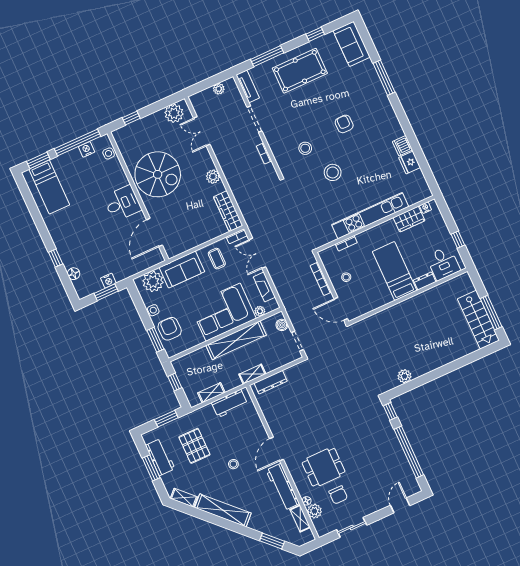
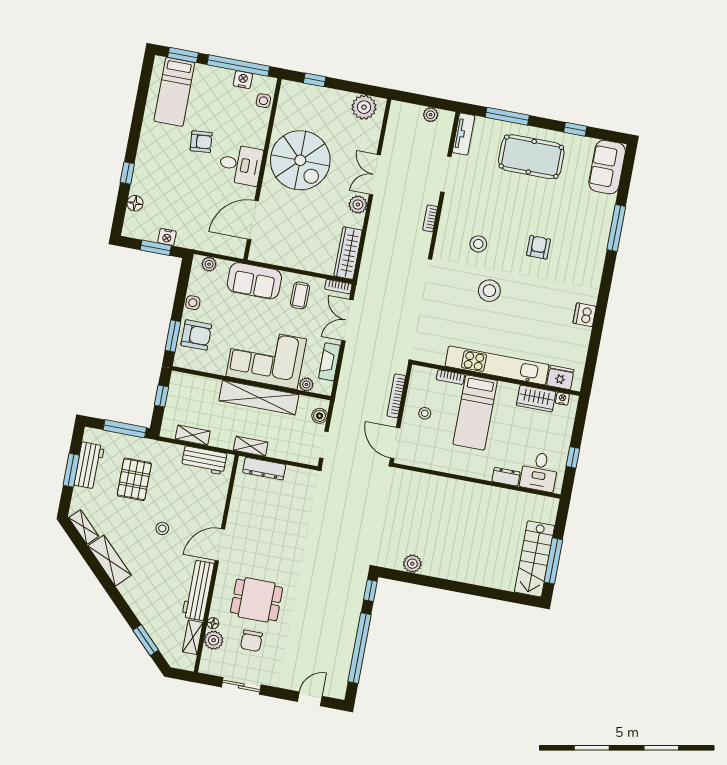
double door: (202, 131) -> (375, 175), moved
fridge: (410, 163) -> (560, 377), moved, turned 90
armchair: (88, 206) -> (201, 142), added
bed: (395, 271) -> (475, 412), moved, turned 180
plant: (153, 282) -> (209, 264), width x0.53, depth x0.53
armchair: (170, 329) -> (196, 335), turned 90
window: (166, 419) -> (125, 429), width x1.44
shelving: (223, 510) -> (110, 561), width x0.68

